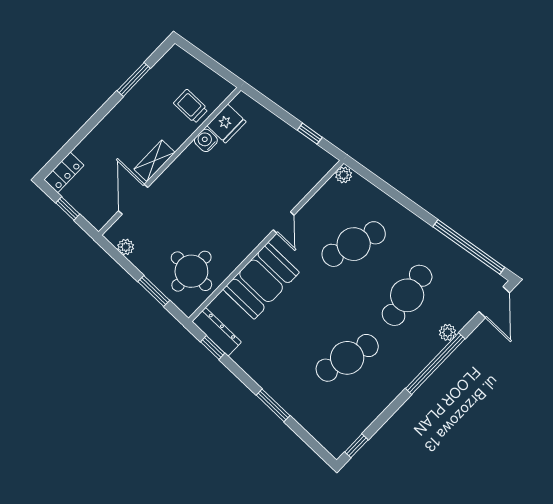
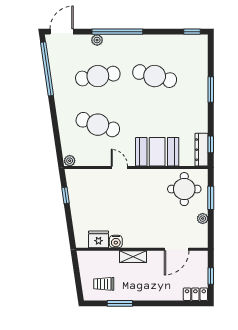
trolley: (191, 106) -> (104, 284), moved, turned 90
shelving: (154, 161) -> (133, 257), moved
door: (284, 222) -> (119, 168), hinge flipped
plant: (126, 247) -> (203, 219), moved

